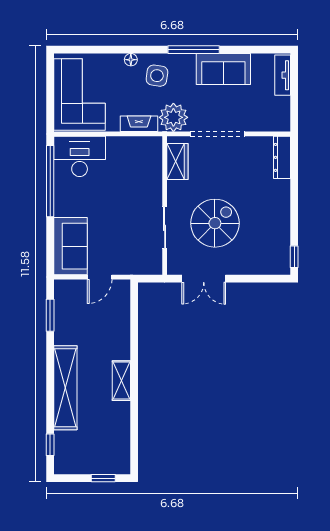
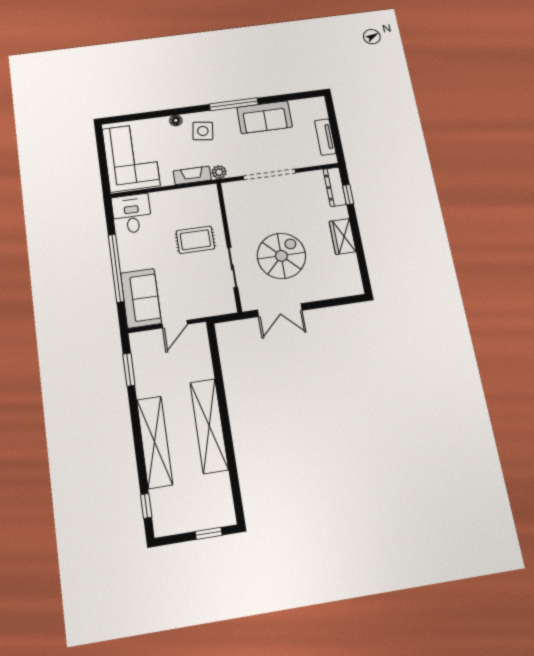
tv unit: (283, 75) -> (325, 137), moved
plant: (173, 117) -> (219, 172), width x0.53, depth x0.53
desk: (80, 156) -> (132, 214), width x0.73
wardrobe: (177, 162) -> (343, 236), moved, turned 180
window: (50, 181) -> (116, 268), moved
rug: (132, 194) -> (195, 240), added
window: (294, 257) -> (348, 195), moved
shelving: (121, 381) -> (209, 426), width x2.20, depth x1.33

